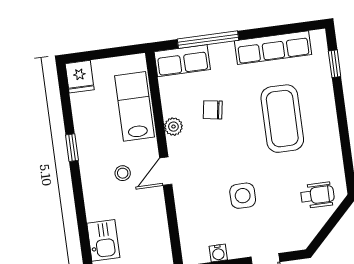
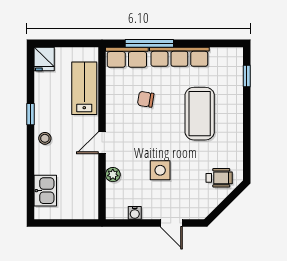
row of seats: (273, 48) -> (179, 57), moved
plant: (173, 127) -> (113, 175), moved
stool: (123, 173) -> (45, 138), moved

